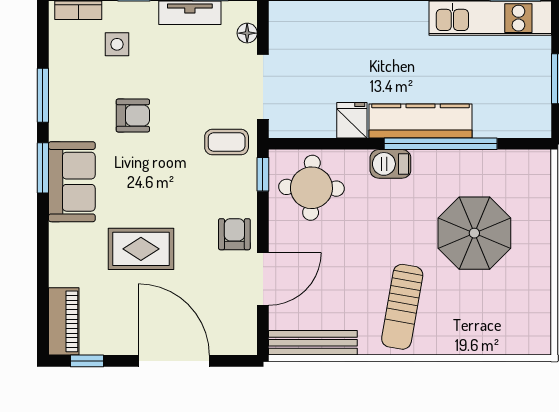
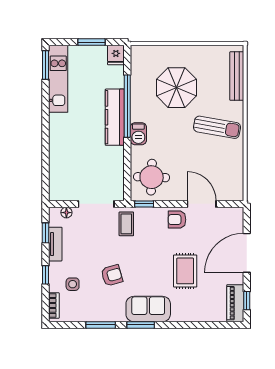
armchair: (133, 115) -> (112, 275), turned 74
fridge: (352, 120) -> (116, 55), moved, turned -90
piano: (64, 321) -> (235, 303), moved, turned -90
bench: (313, 343) -> (237, 76), moved

